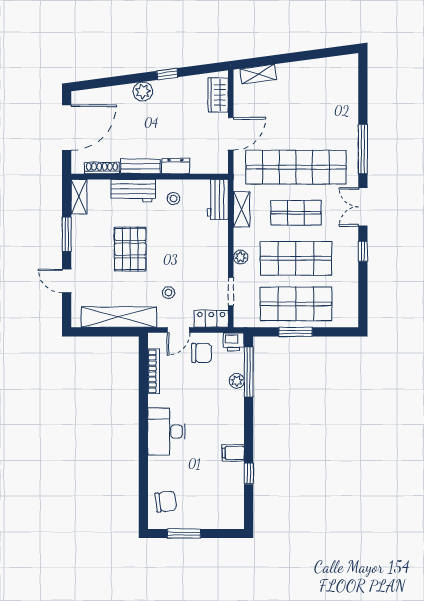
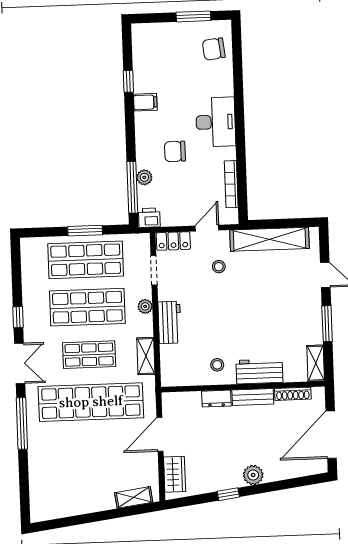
workbench: (218, 199) -> (170, 322), moved
pallet: (130, 249) -> (260, 310), removed
chair: (202, 353) -> (175, 151), moved

